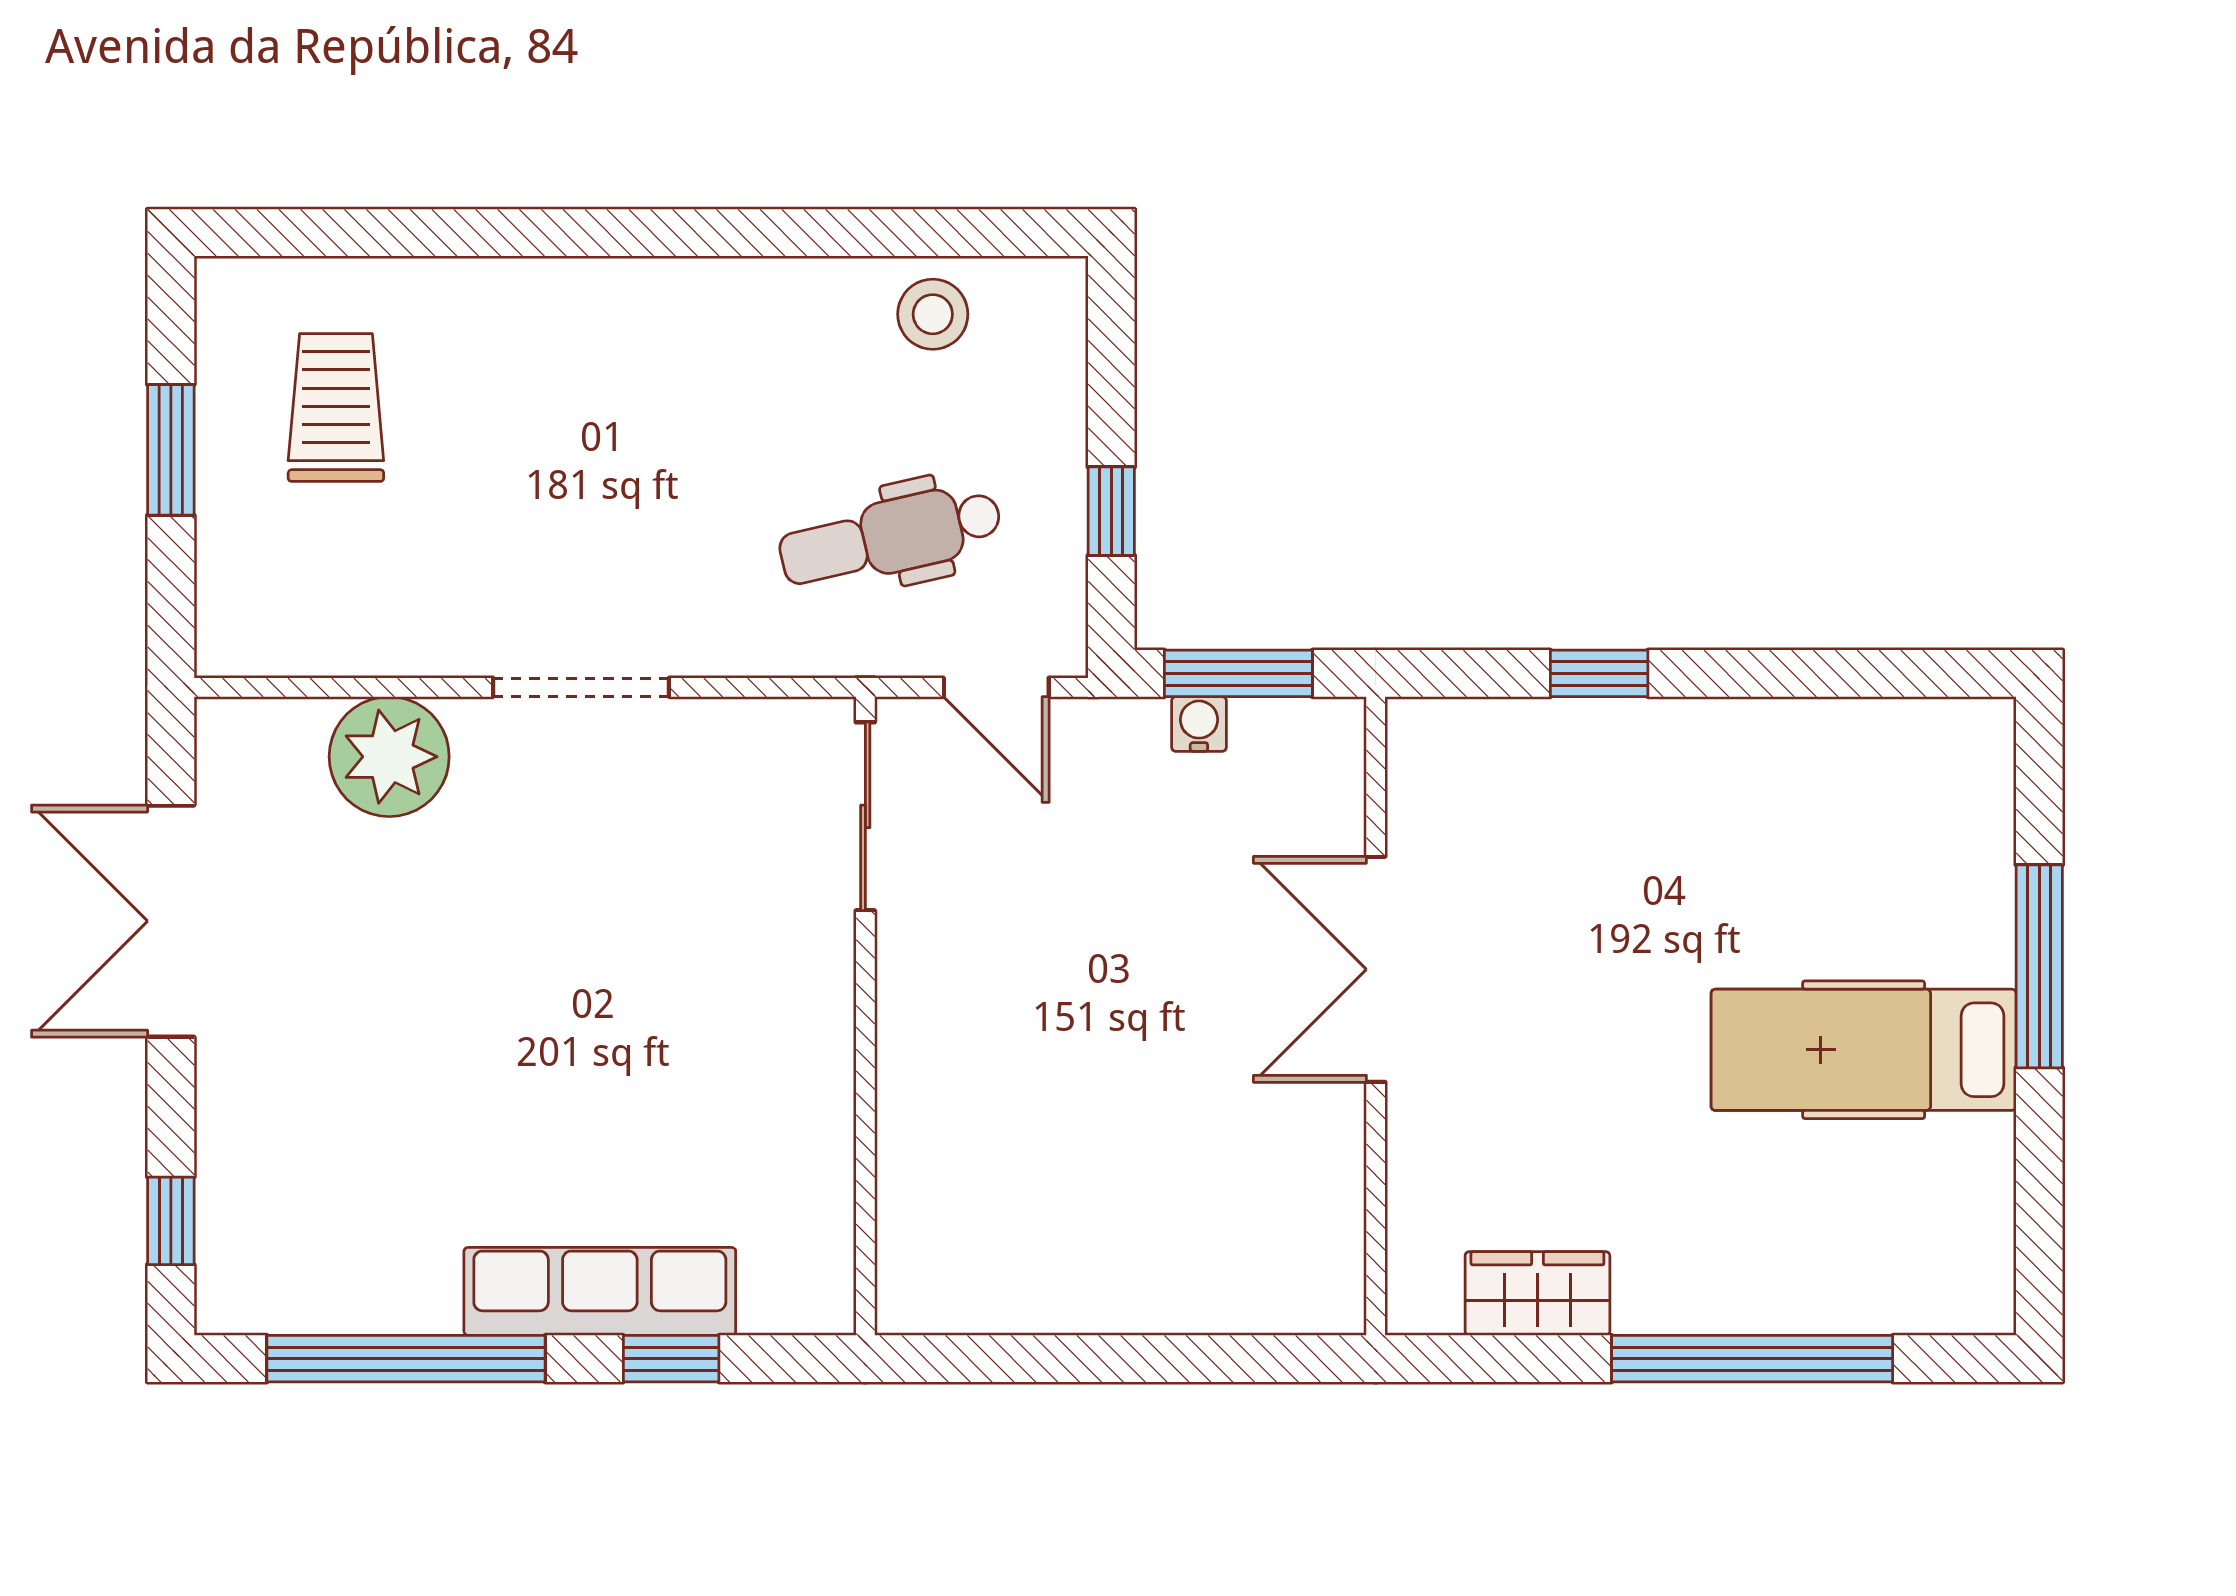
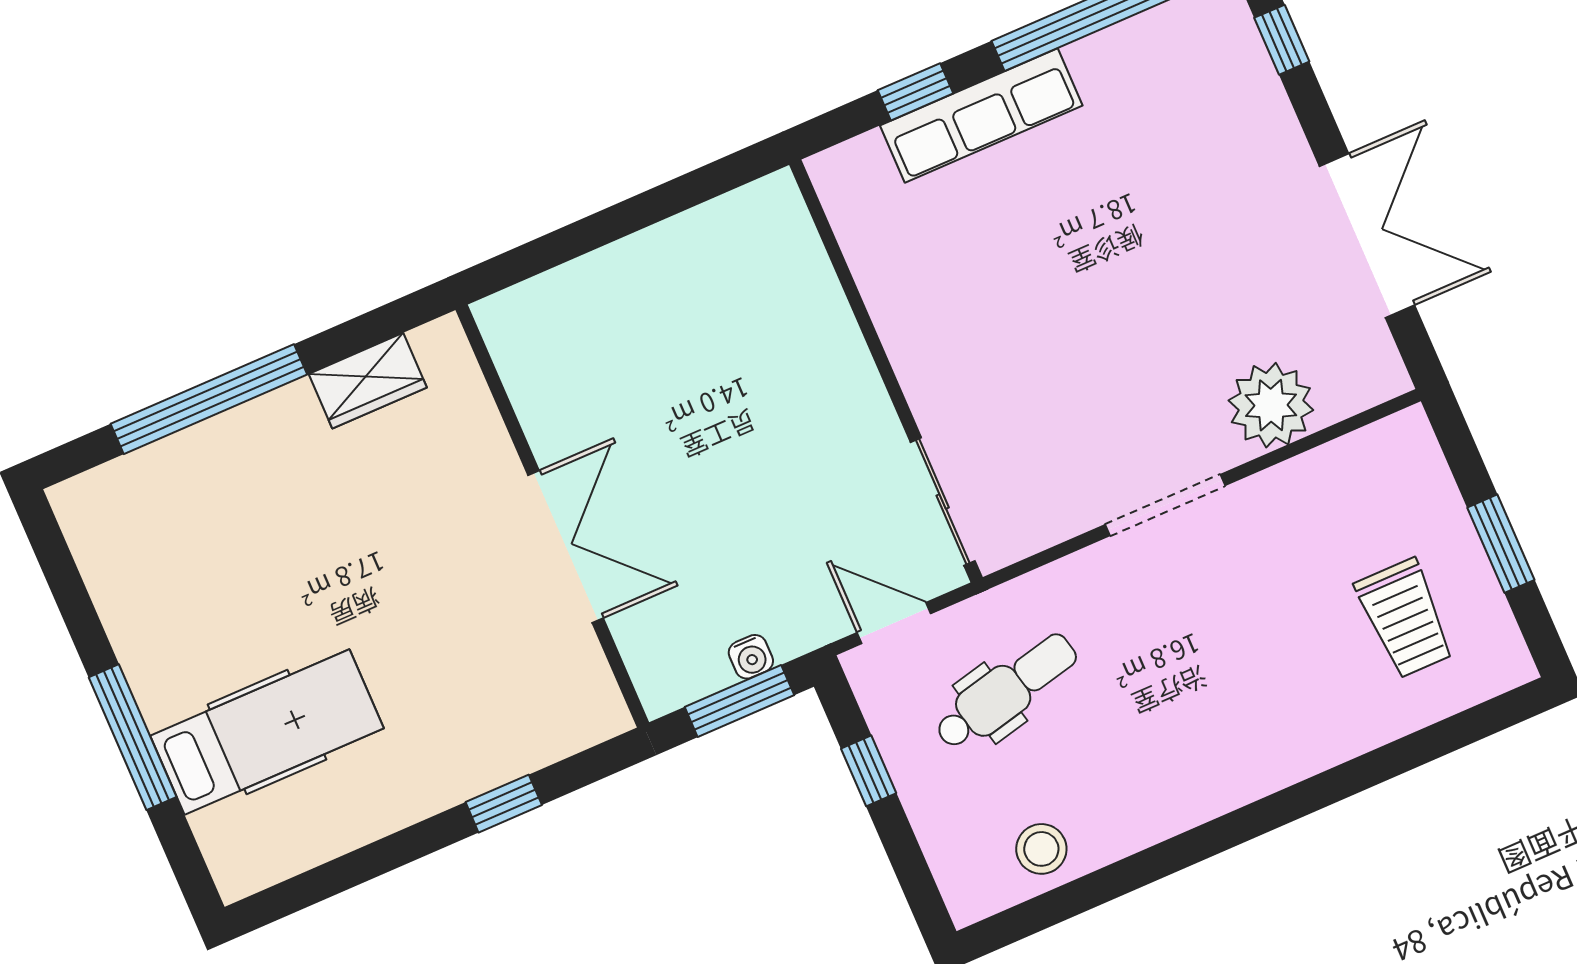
hospital bed: (1864, 1050) -> (267, 732), moved

